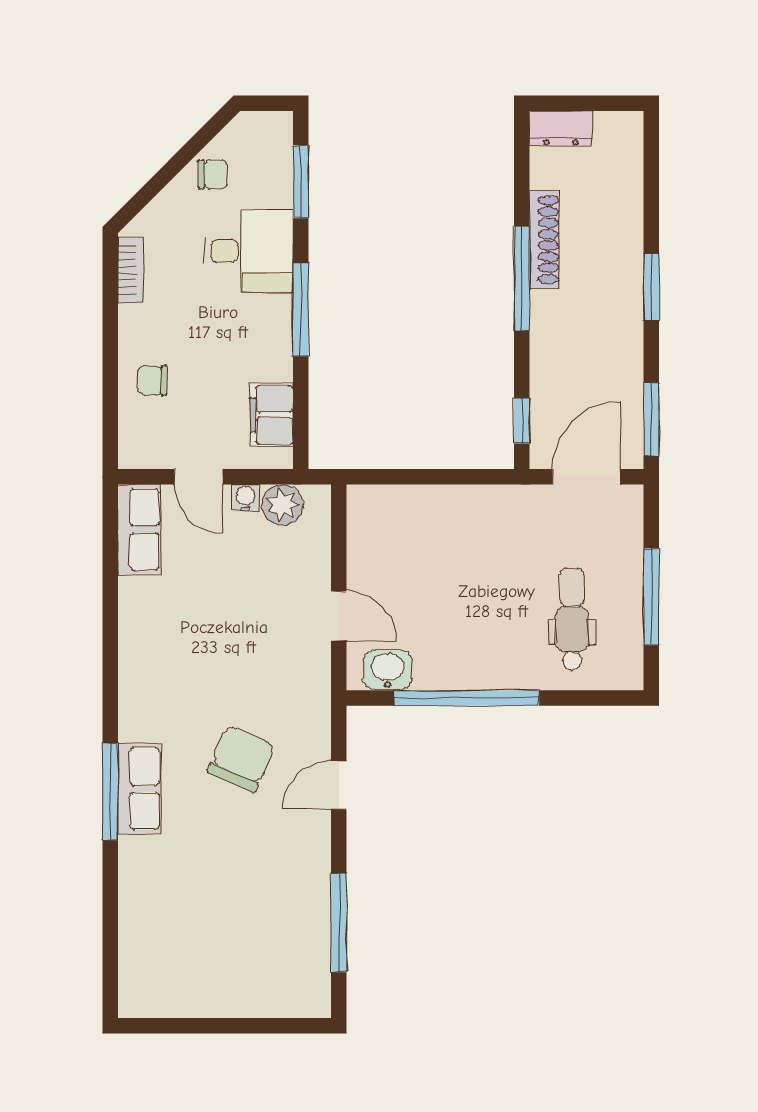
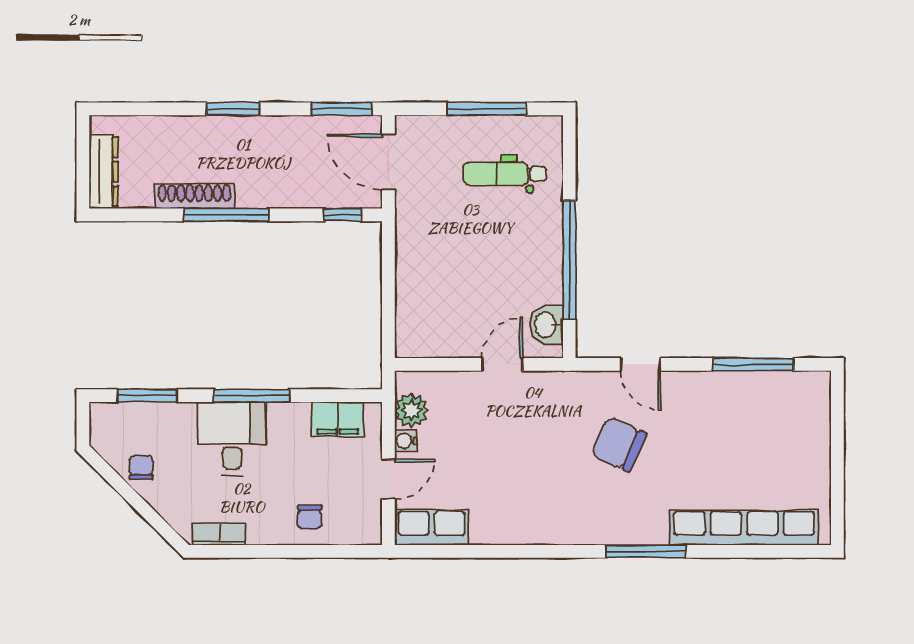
dresser: (561, 129) -> (104, 172), width x1.44
desk: (249, 251) -> (232, 438), moved
row of seats: (139, 789) -> (744, 528), moved, width x2.02

